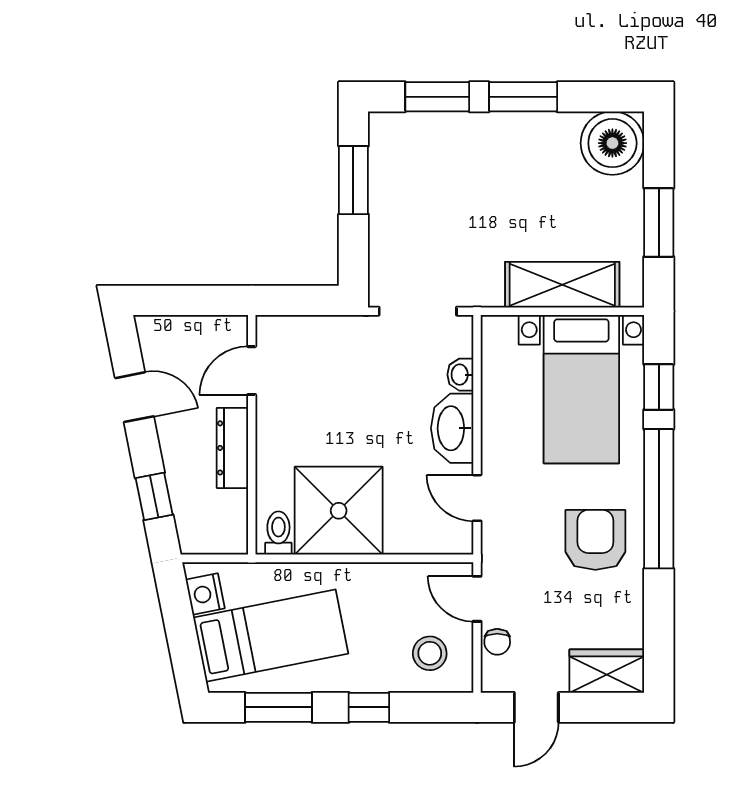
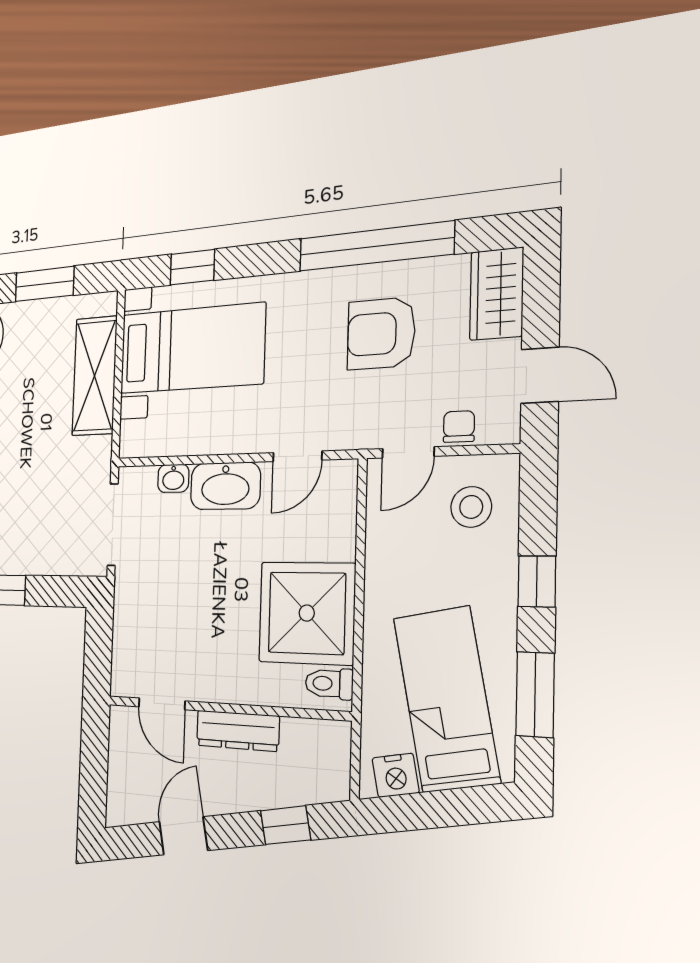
window: (659, 499) -> (375, 246), moved
armchair: (595, 540) -> (381, 334), moved
chair: (497, 642) -> (459, 427), turned -90

